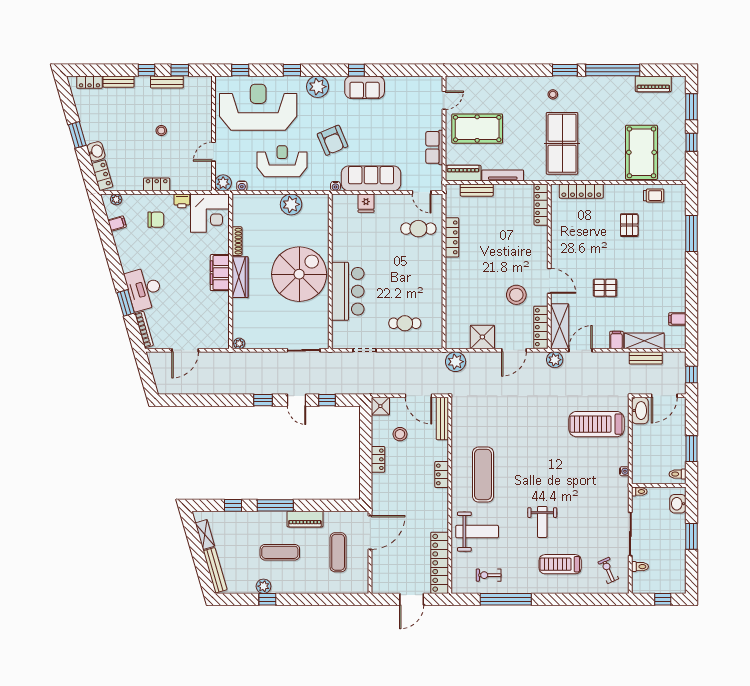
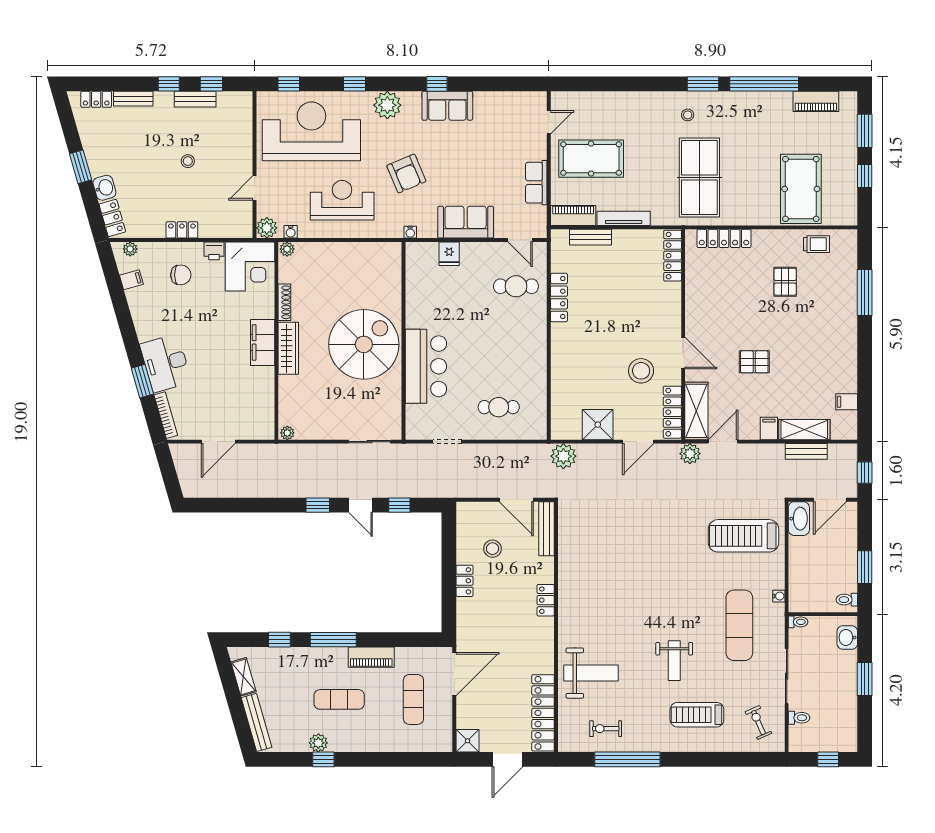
sofa: (371, 178) -> (466, 222), width x0.73
plant: (291, 204) -> (287, 249), moved, width x0.53, depth x0.53
shower: (380, 406) -> (468, 741), moved
exercise mat: (483, 475) -> (739, 625), moved

